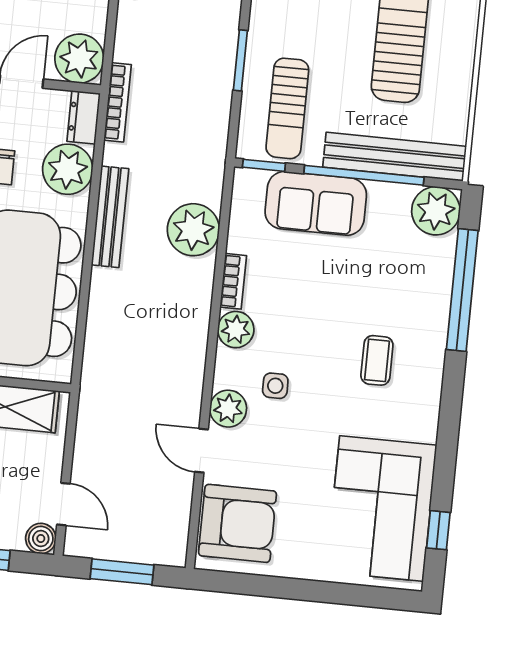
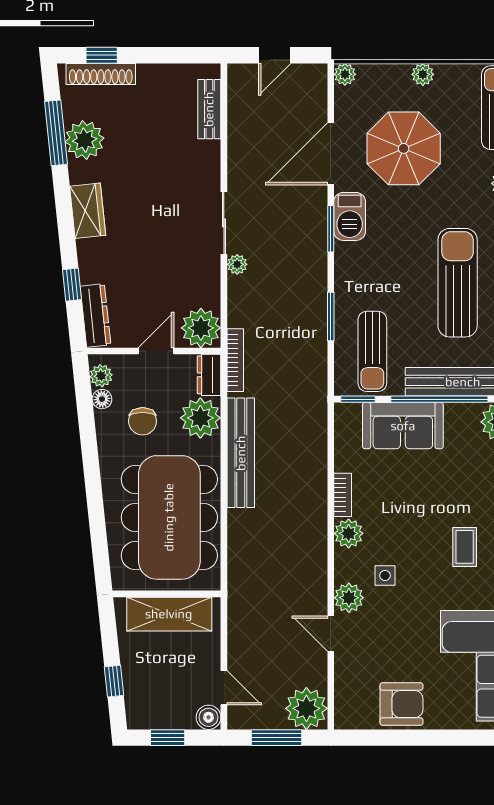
bench: (110, 217) -> (241, 453), width x1.37, depth x1.21
plant: (193, 230) -> (306, 708), moved
armchair: (237, 523) -> (401, 704), moved, width x0.73, depth x0.73

